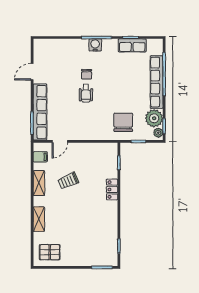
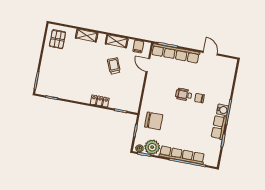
row of seats: (132, 45) -> (219, 127), moved

